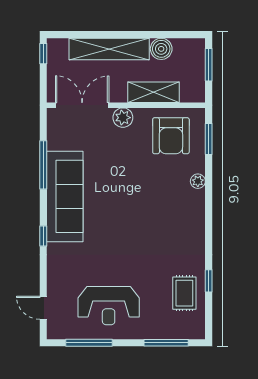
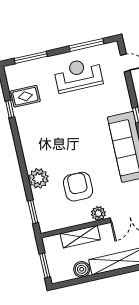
armchair: (171, 136) -> (78, 187), moved
plant: (198, 181) -> (38, 178), width x1.87, depth x1.87
rug: (184, 293) -> (25, 96), turned 90

